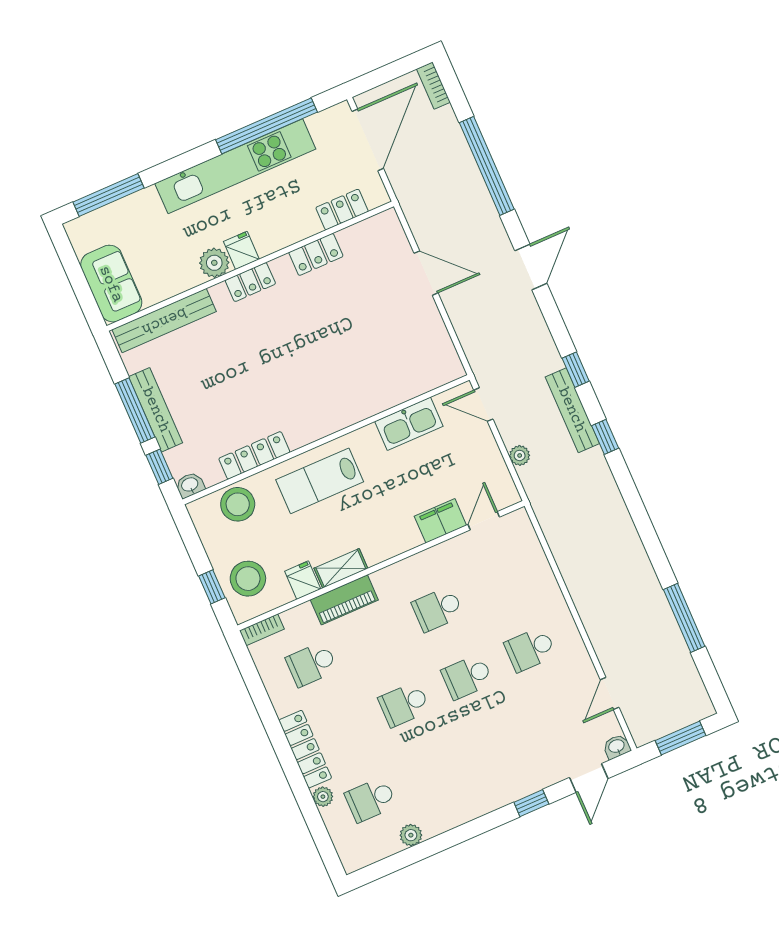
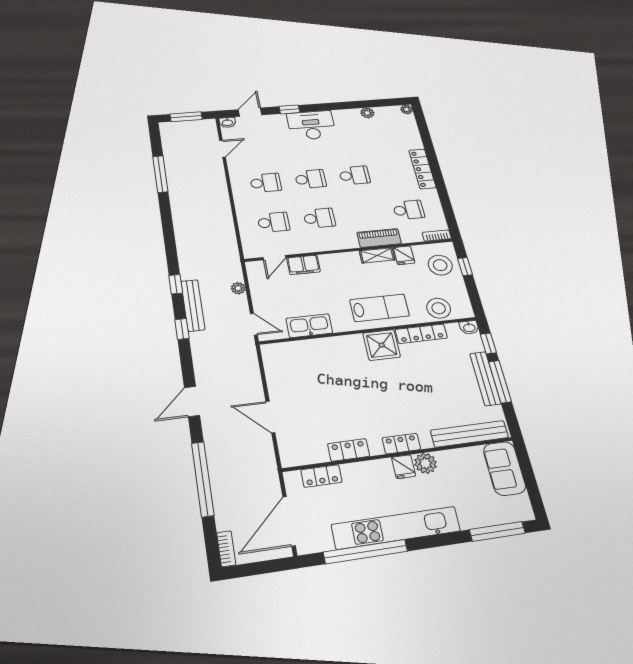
shower: (305, 422) -> (382, 345), added
desk: (490, 782) -> (311, 125), added
plant: (323, 797) -> (407, 109), moved
school desk: (371, 800) -> (273, 222), moved

